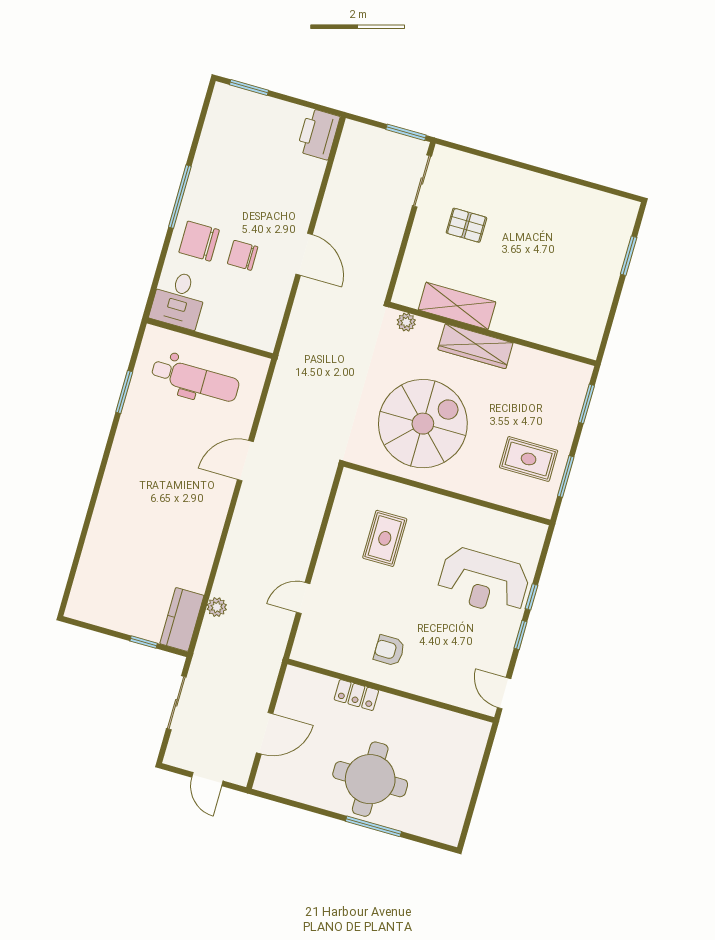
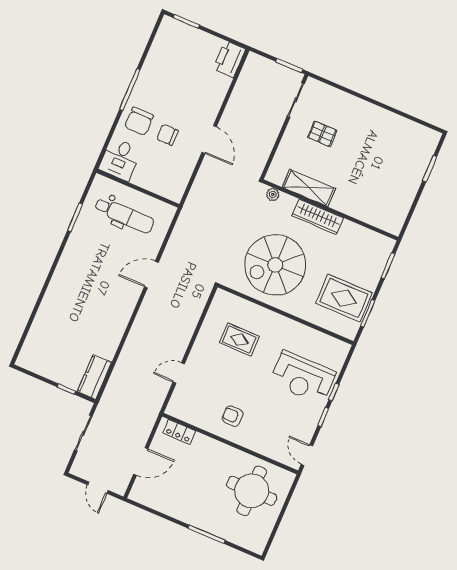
chair: (199, 241) -> (139, 121), turned -90
spiral stairs: (423, 424) -> (275, 265), turned 180
rug: (529, 459) -> (344, 298), width x1.36, depth x1.43
rug: (385, 538) -> (239, 340), turned 90
plant: (217, 607) -> (119, 372), removed
locker: (356, 695) -> (179, 432), moved
round table: (370, 779) -> (252, 491), moved

